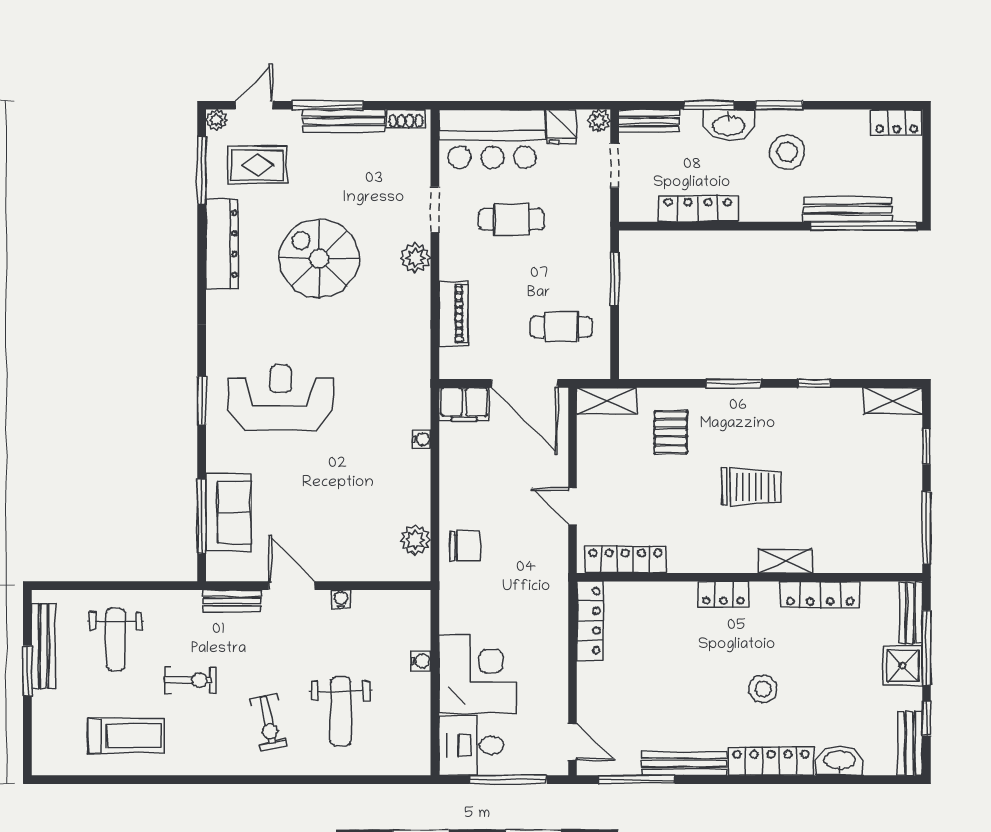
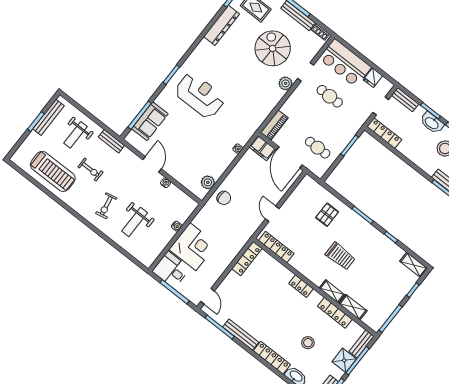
plant: (599, 121) -> (388, 86), removed
locker: (698, 209) -> (384, 133), moved
spiral stairs: (319, 259) -> (273, 48), moved
piano: (453, 314) -> (274, 125), moved
shelving: (606, 401) -> (353, 307), moved
bench: (232, 601) -> (111, 141), moved
stool: (763, 689) -> (308, 343), moved
treadmill: (126, 736) -> (53, 171), width x1.37, depth x1.38

